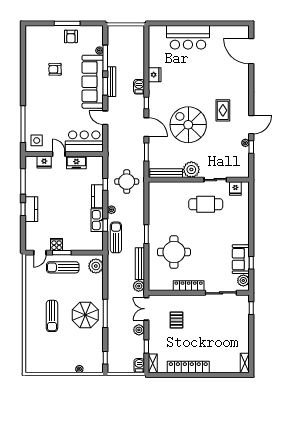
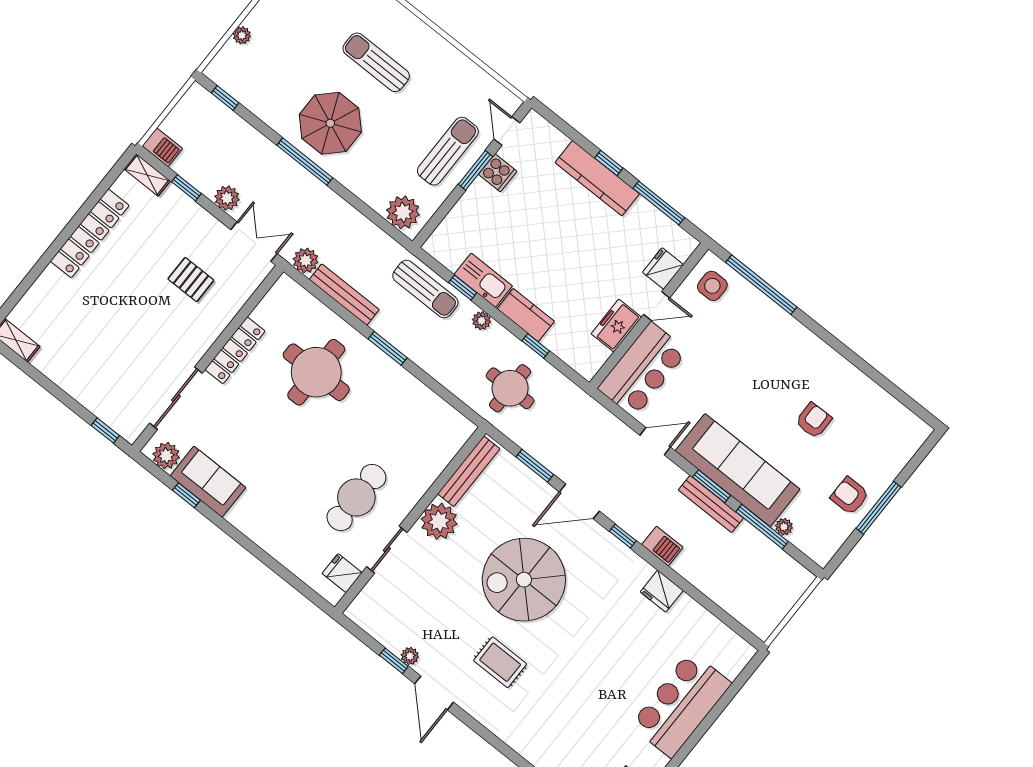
spiral stairs: (188, 125) -> (524, 580), turned 180
kitchen counter: (31, 209) -> (597, 178), width x1.50

